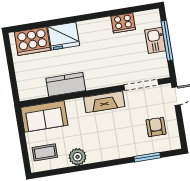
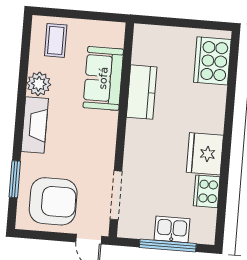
fridge: (64, 36) -> (205, 154), moved
fireplace: (104, 102) -> (35, 125), moved, turned 180
sofa: (44, 116) -> (103, 78), moved
armchair: (156, 127) -> (53, 201), width x1.88, depth x1.88

